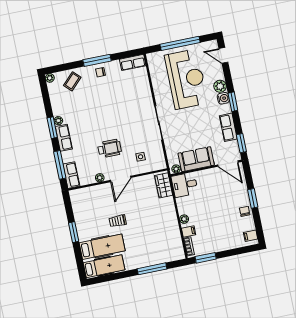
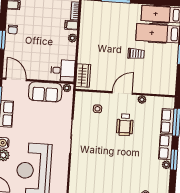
wheelchair: (110, 149) -> (125, 125), turned -90
row of seats: (71, 175) -> (167, 121), moved

